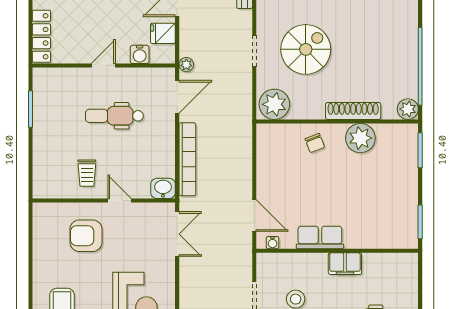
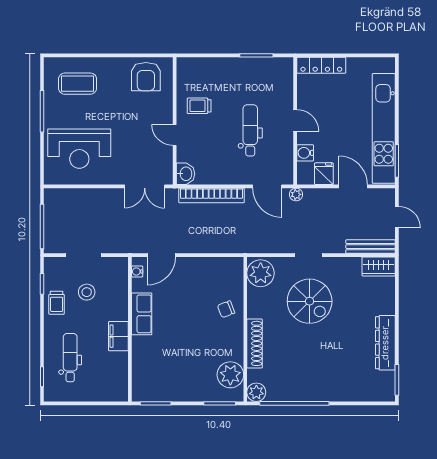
plant: (360, 138) -> (230, 375), moved
door: (120, 201) -> (175, 135), swing flipped
armchair: (86, 236) -> (146, 77), moved, turned 180

